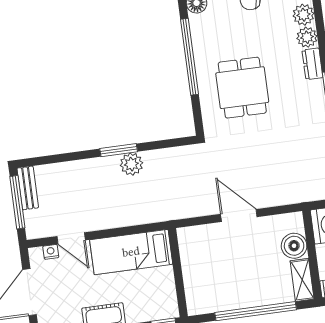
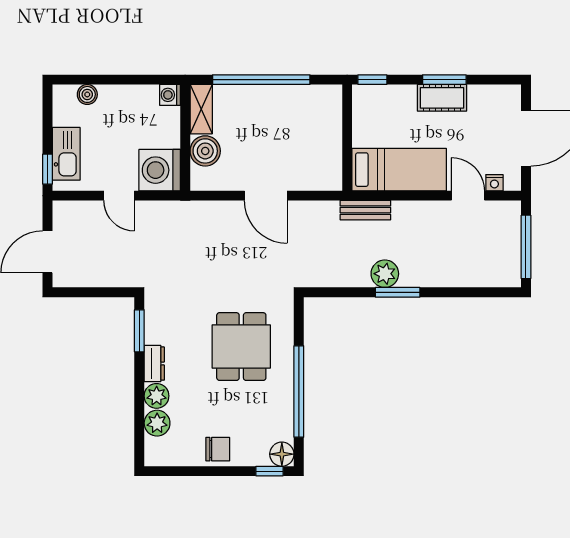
bench: (28, 188) -> (365, 210), moved, turned 90

